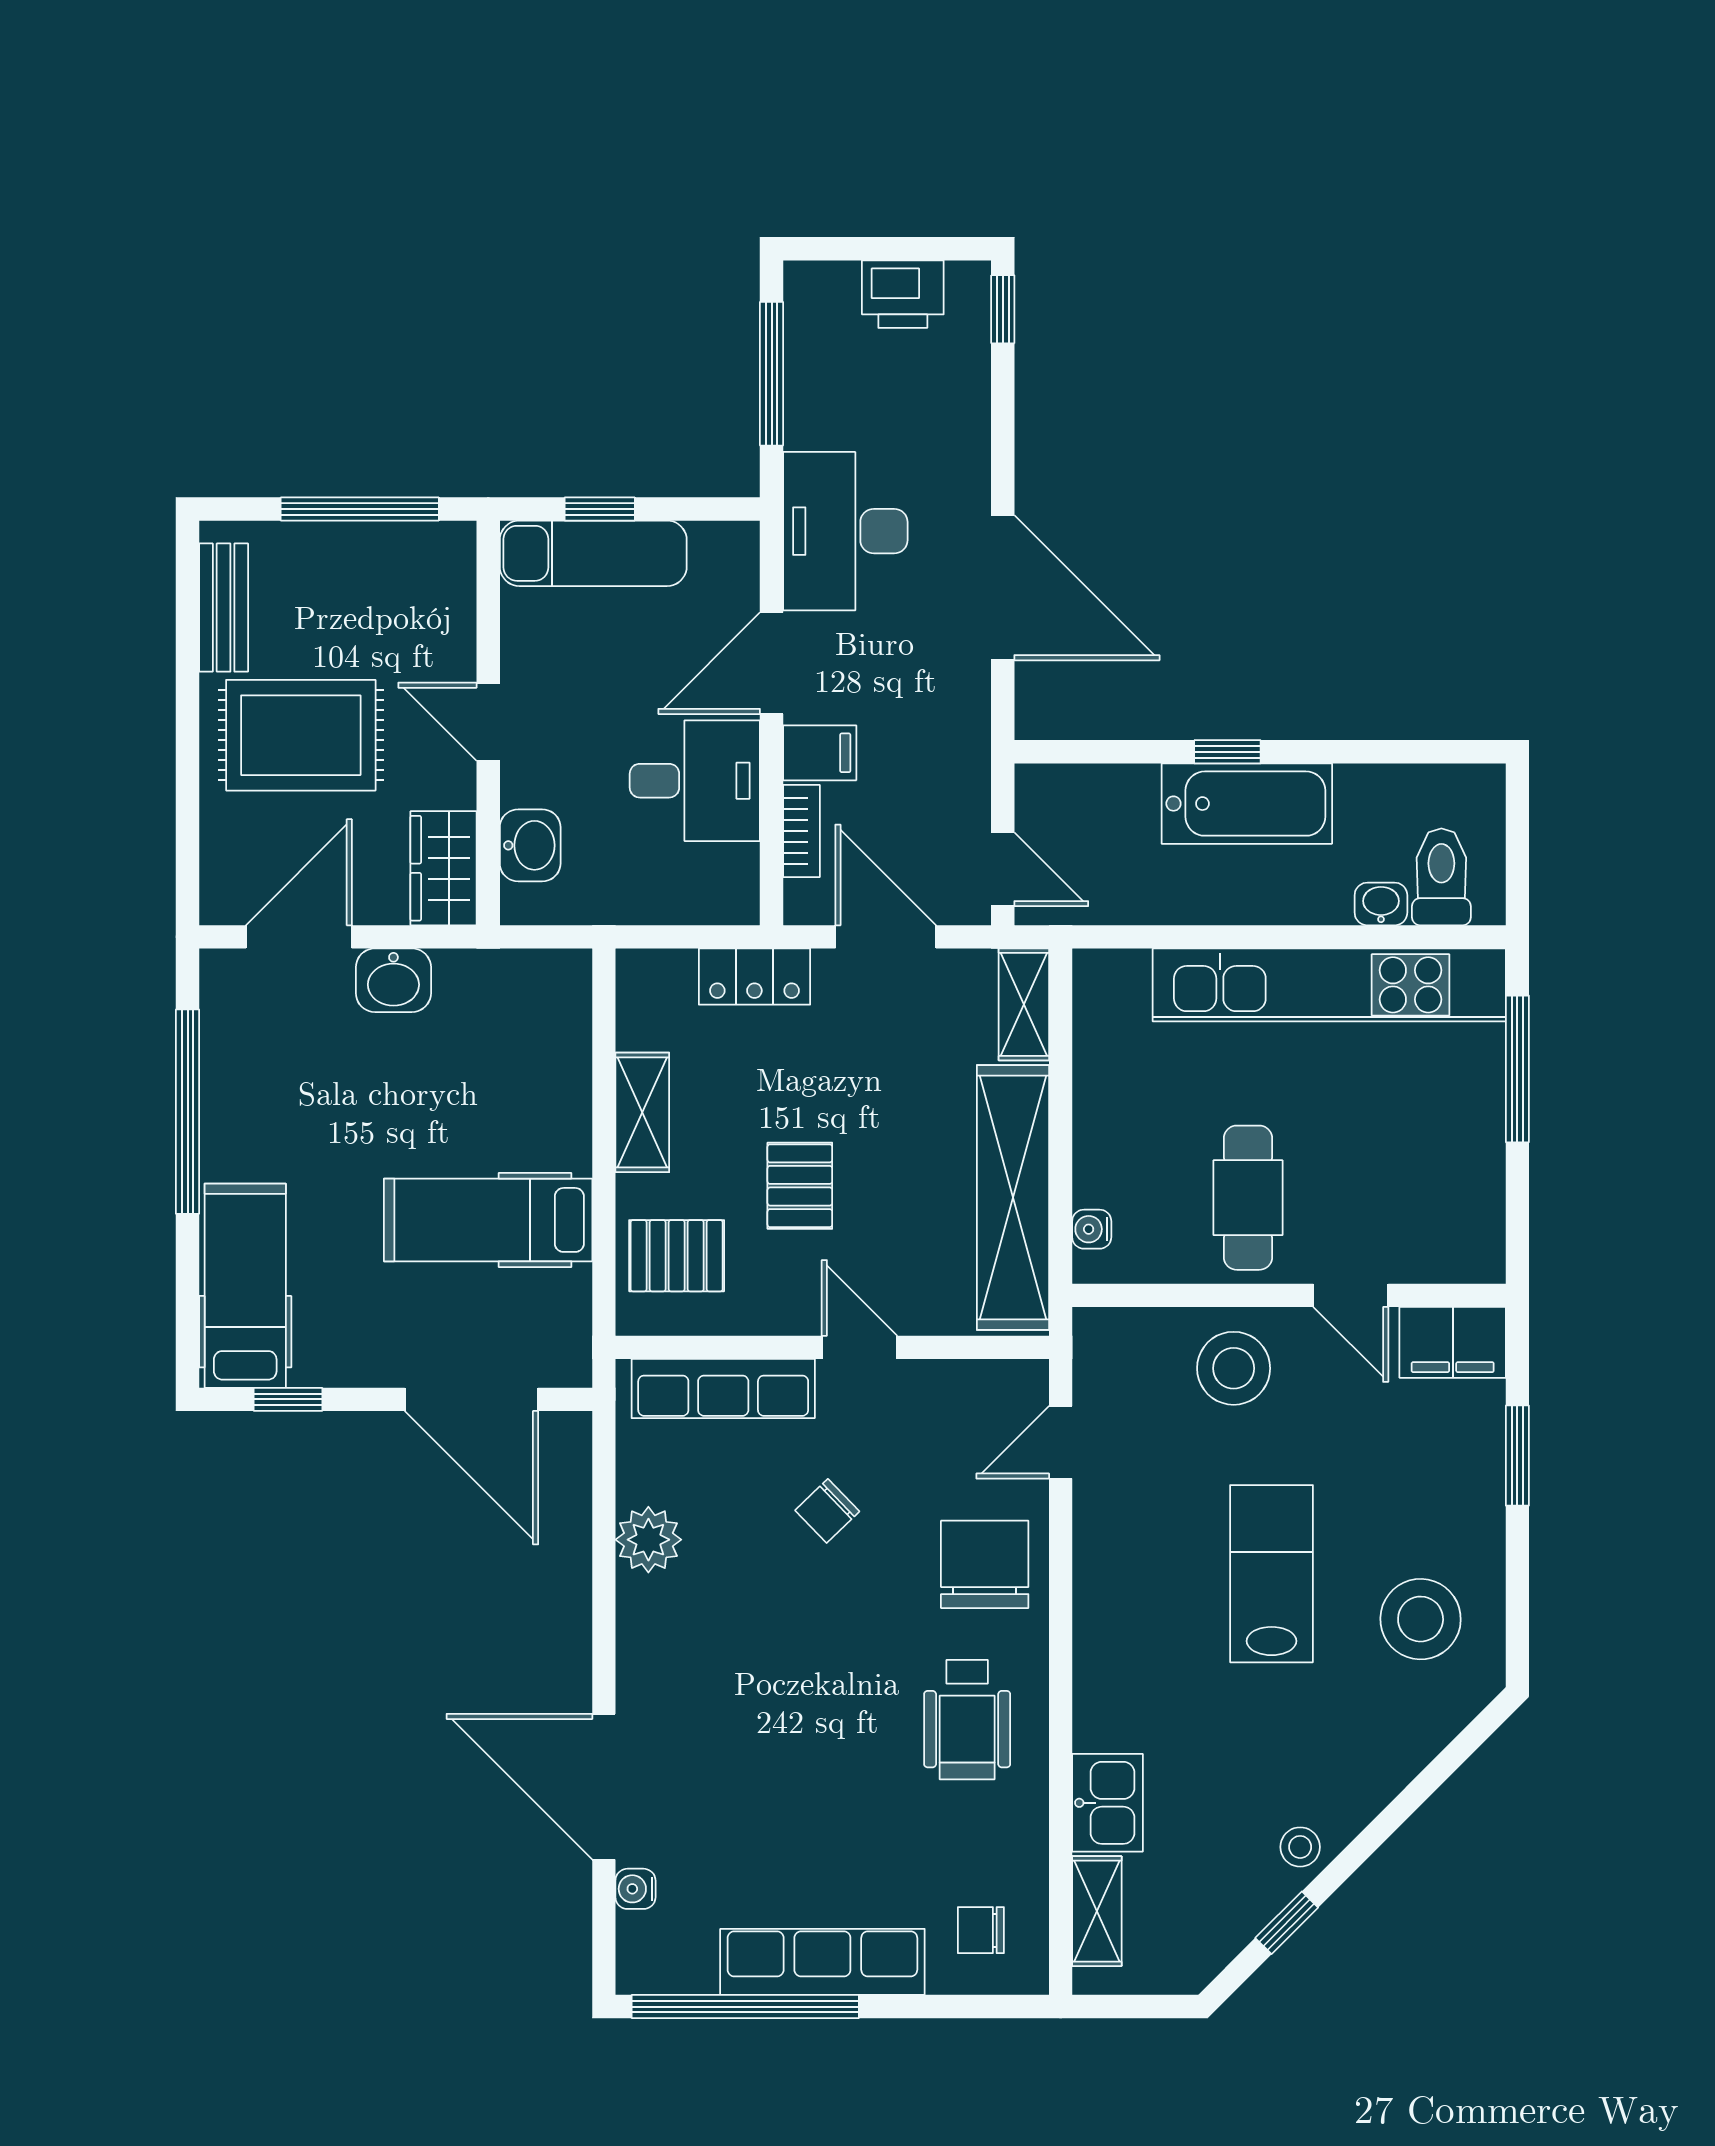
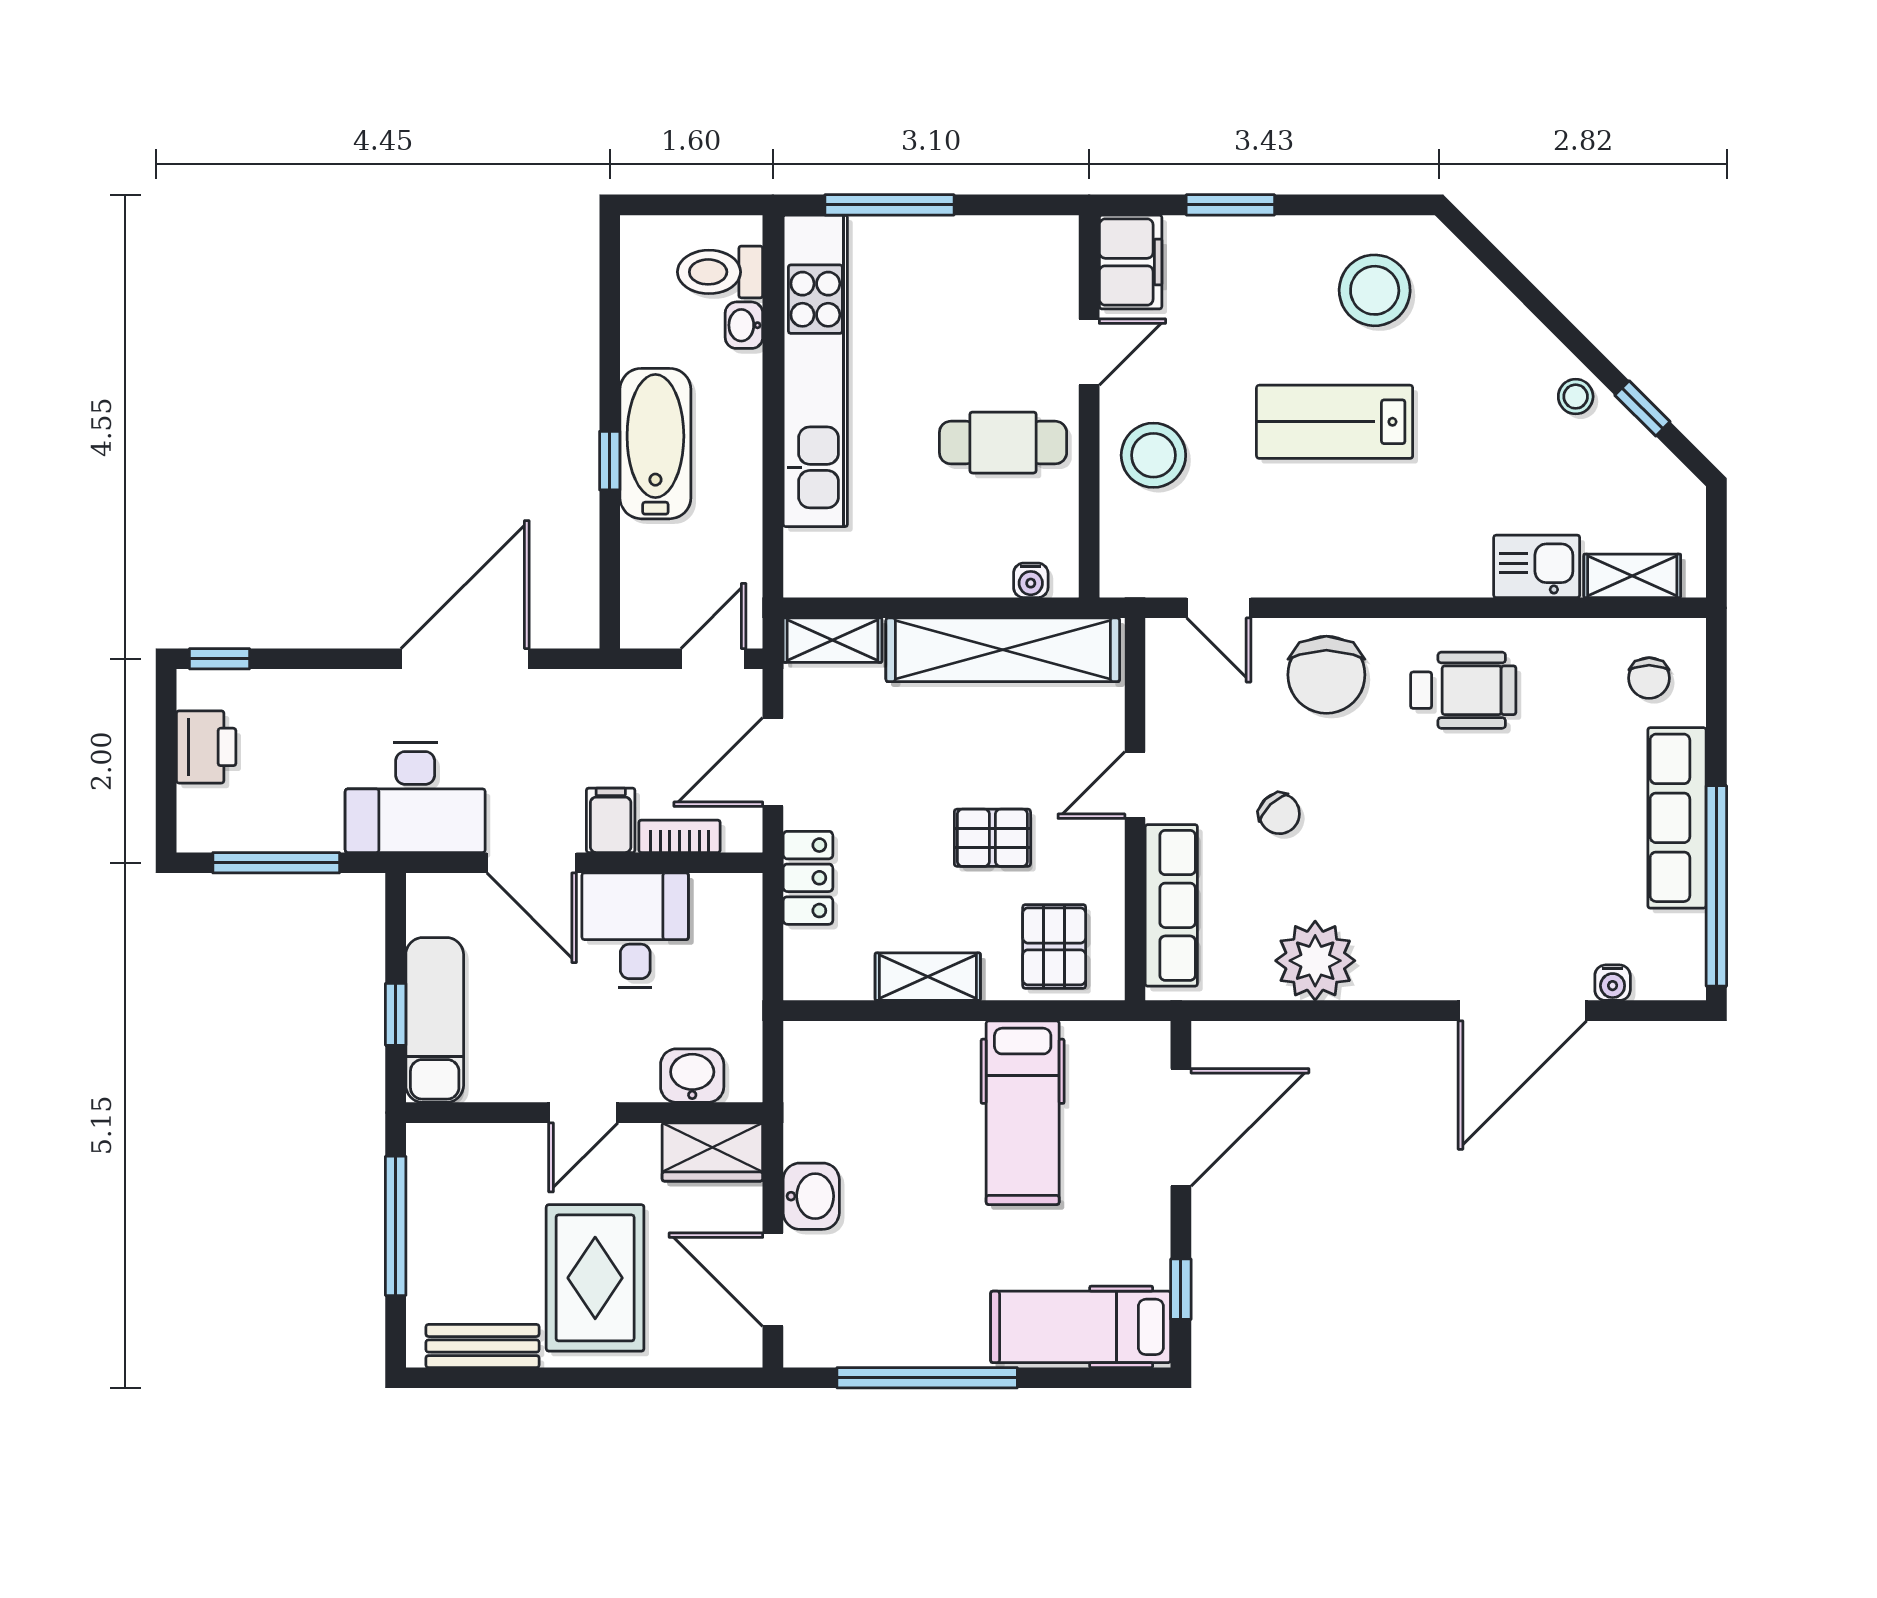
plant: (648, 1540) -> (1315, 961), width x1.36, depth x1.36
chair: (985, 1564) -> (1326, 675), turned -90

